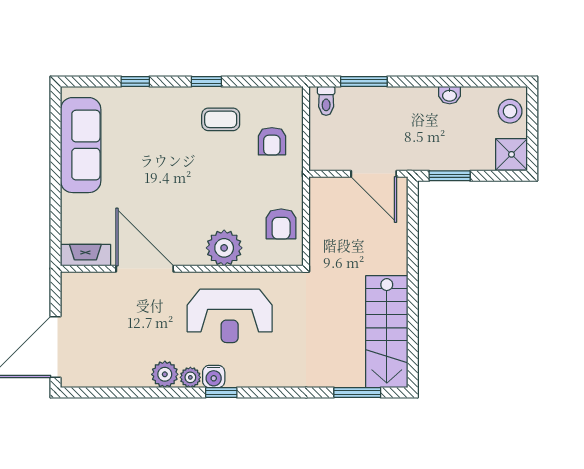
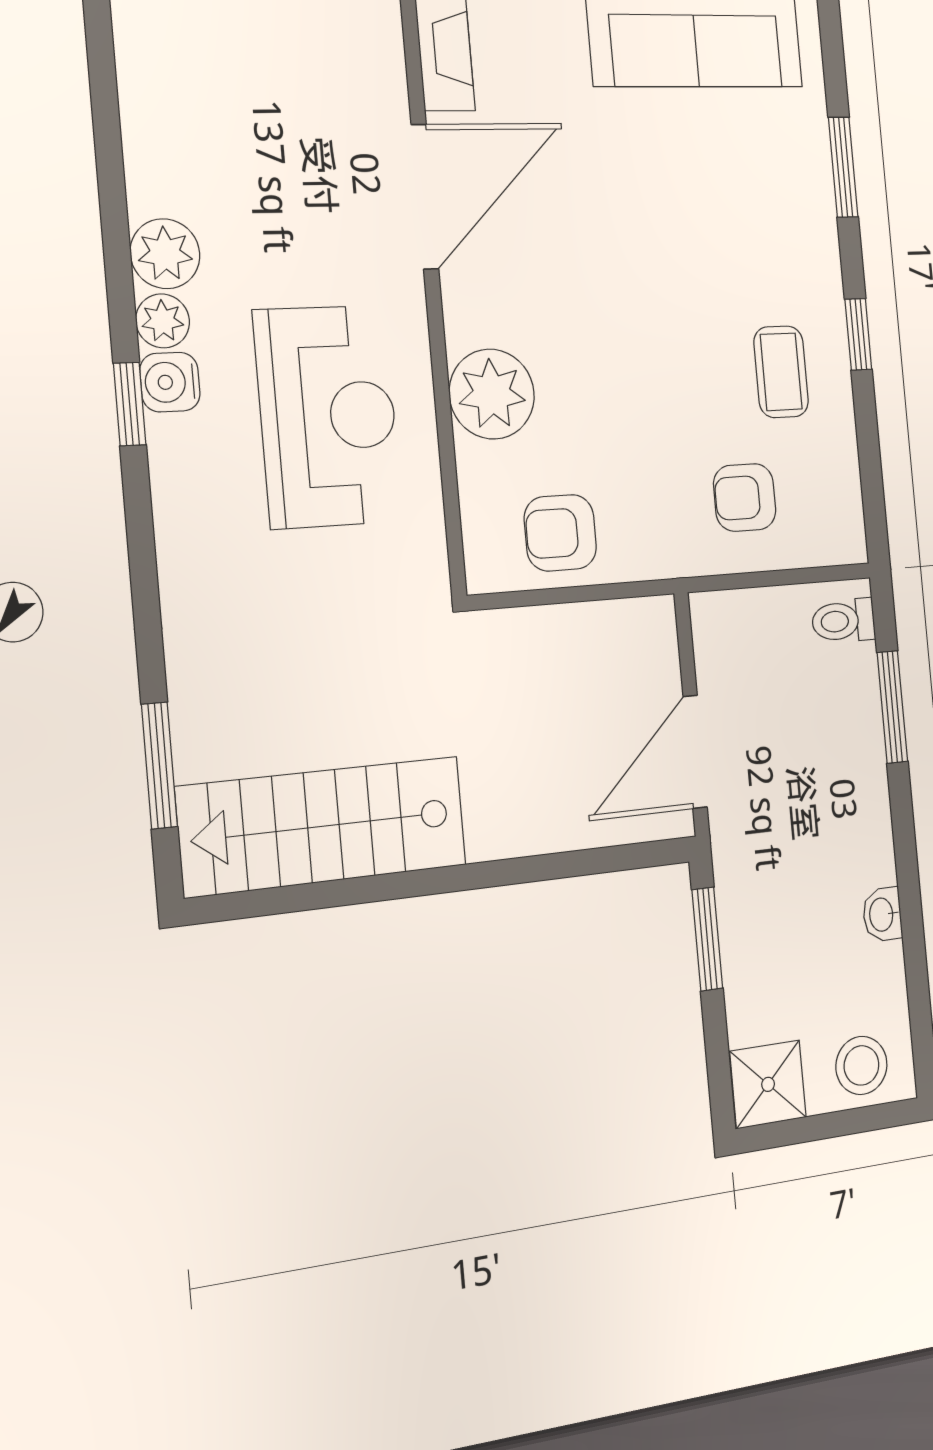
window: (135, 82) -> (843, 167), width x1.50
reception desk: (230, 316) -> (328, 416), turned 180

